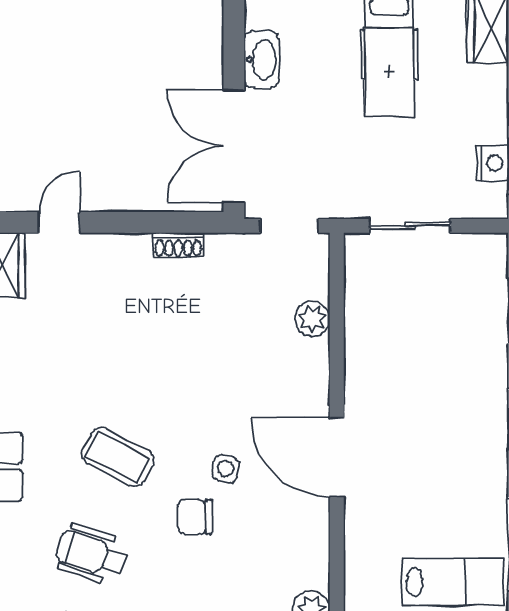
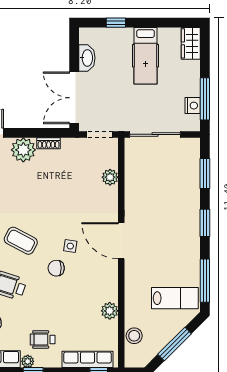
sliding door: (410, 226) -> (155, 134), width x1.37
plant: (123, 259) -> (23, 150), added

